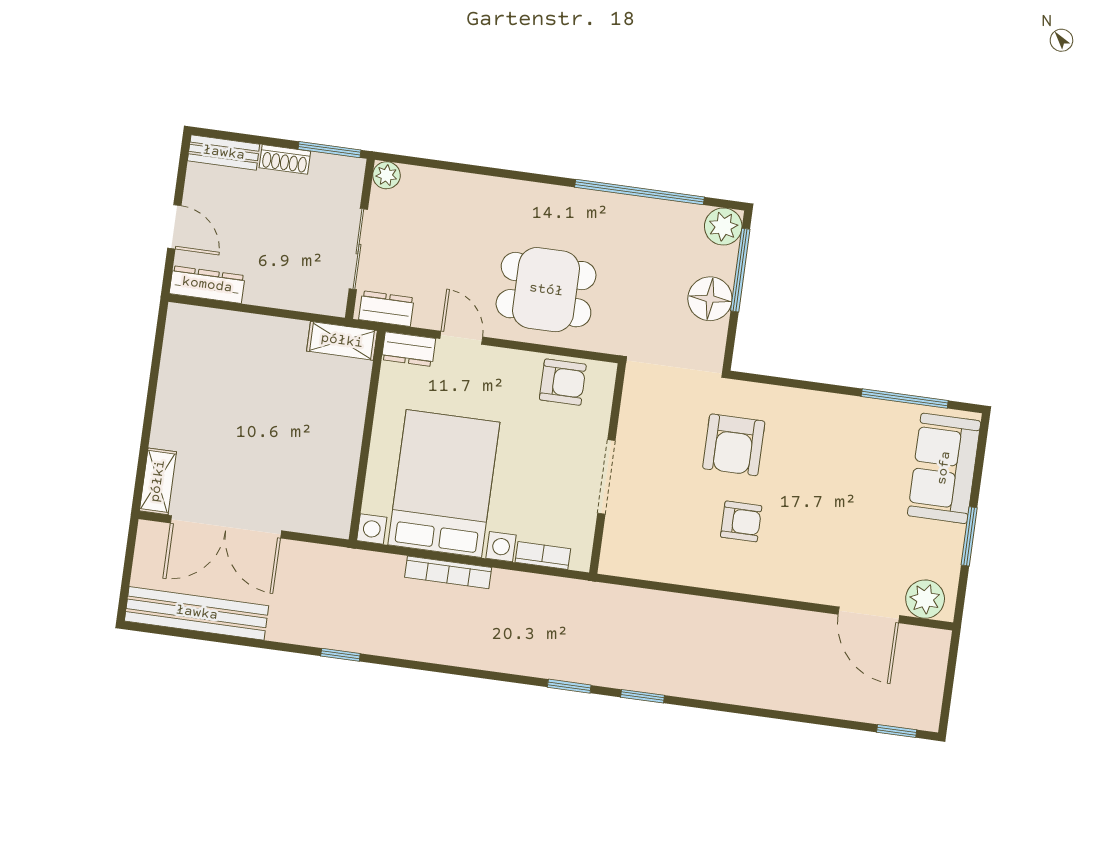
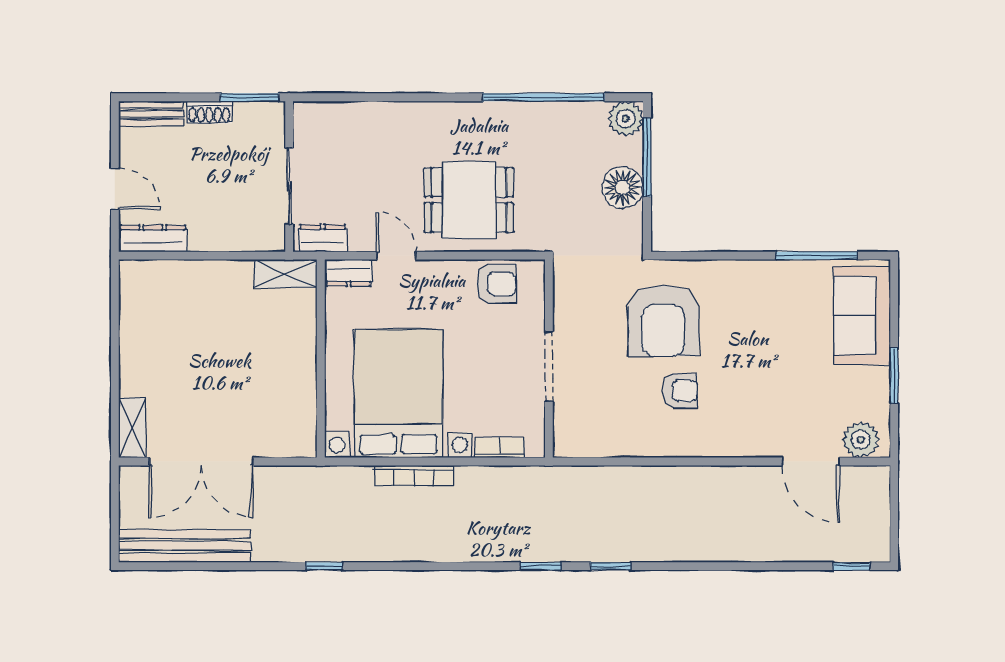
plant: (386, 175) -> (306, 114), removed
armchair: (734, 445) -> (663, 321), width x1.36, depth x1.36

